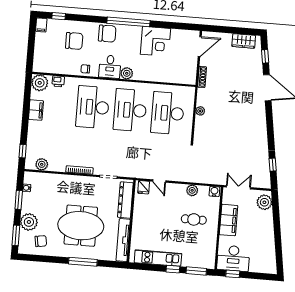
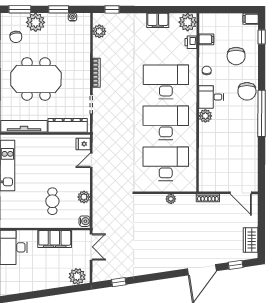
corner desk: (155, 41) -> (243, 144), removed
filing cabinet: (57, 67) -> (206, 39), added
meeting table: (81, 226) -> (36, 79), turned 90

